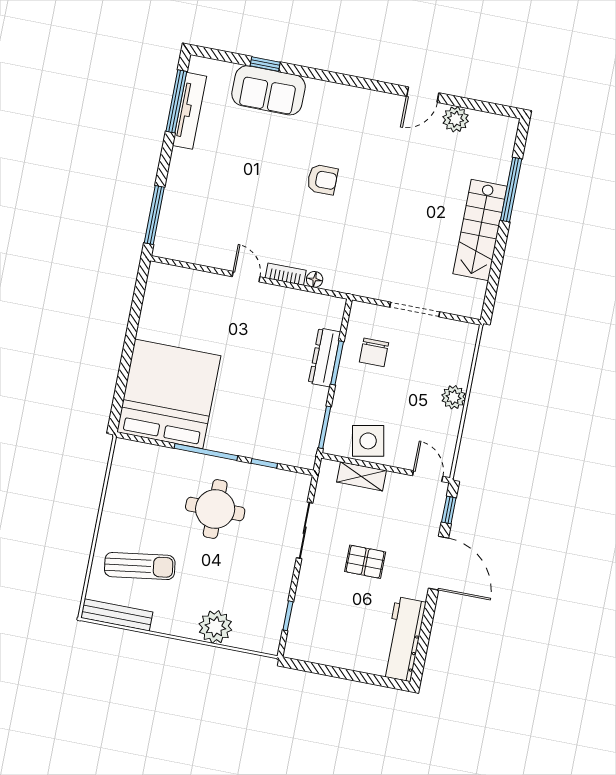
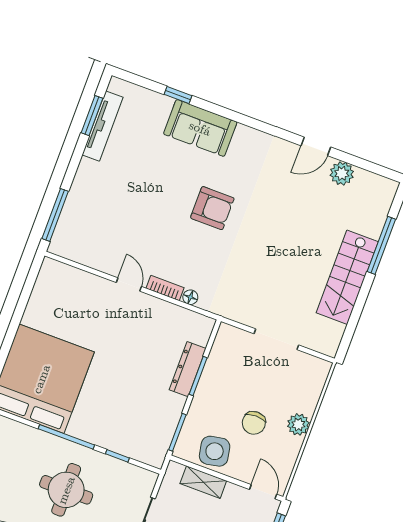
sofa: (269, 90) -> (200, 128), moved
window: (176, 101) -> (92, 116), width x0.69
armchair: (322, 180) -> (212, 208), width x1.38, depth x1.38
chair: (374, 352) -> (254, 423), moved

